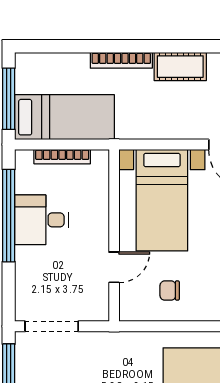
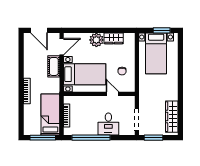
cot: (180, 67) -> (54, 66), moved
desk: (42, 220) -> (108, 124), moved

